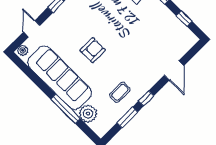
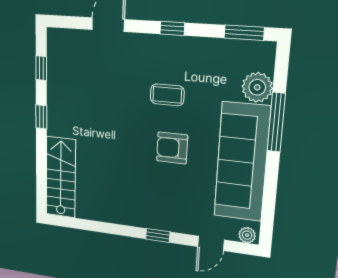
coffee table: (120, 92) -> (167, 95), moved
window: (127, 117) -> (244, 33), moved

